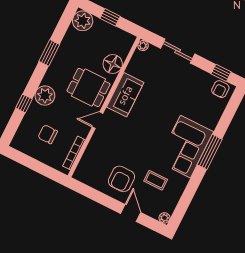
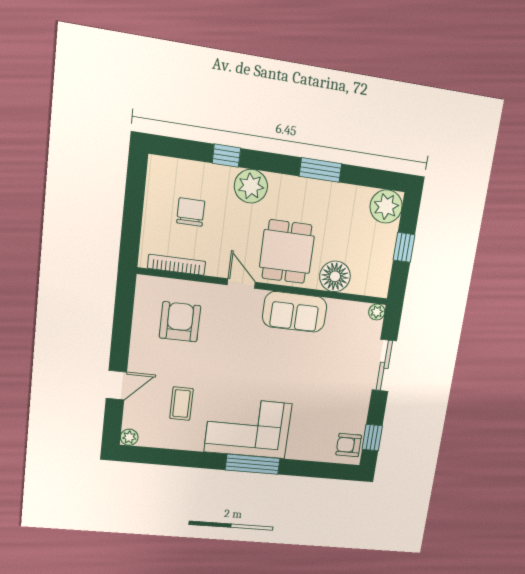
armchair: (121, 179) -> (180, 322), moved, turned 90

